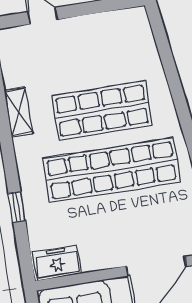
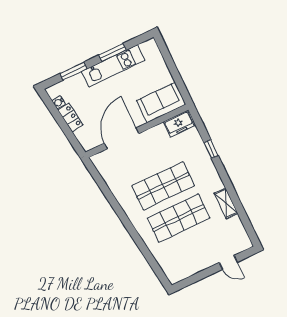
shop shelf: (112, 170) -> (163, 186), width x0.71

